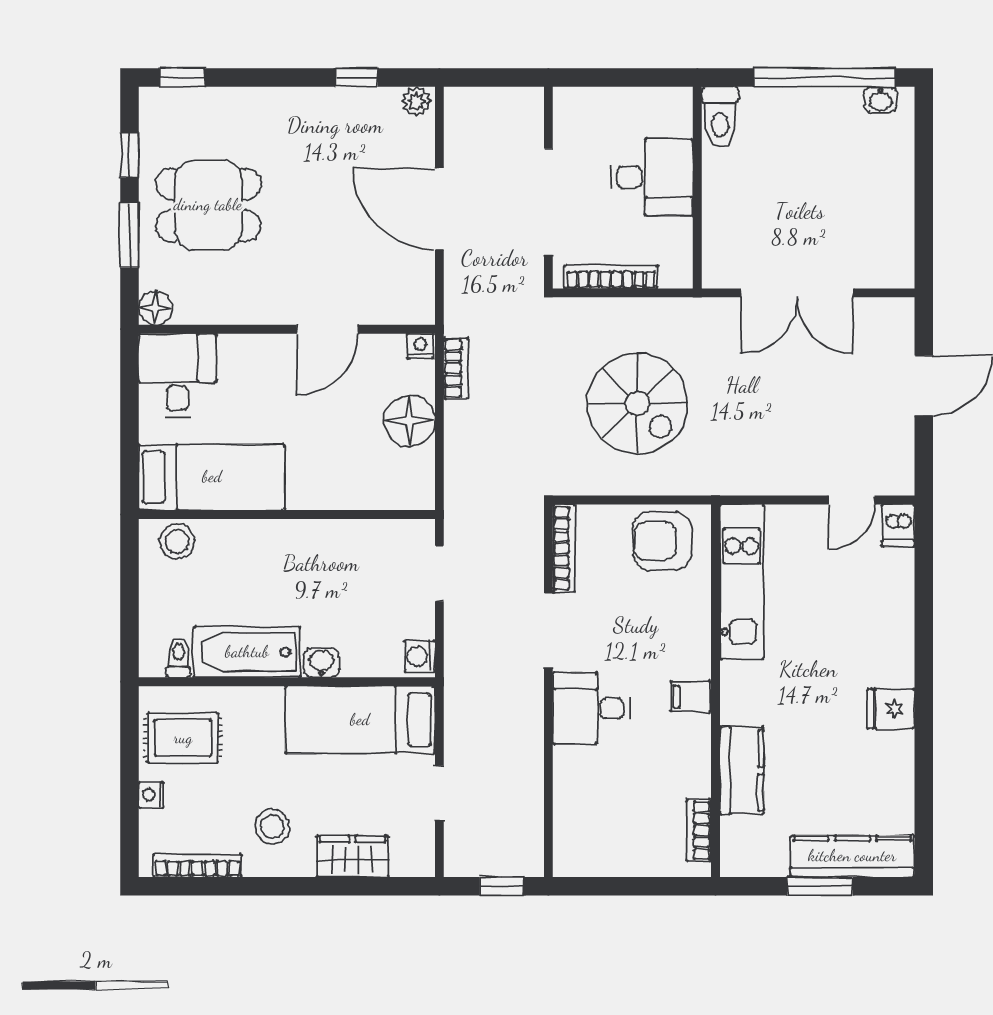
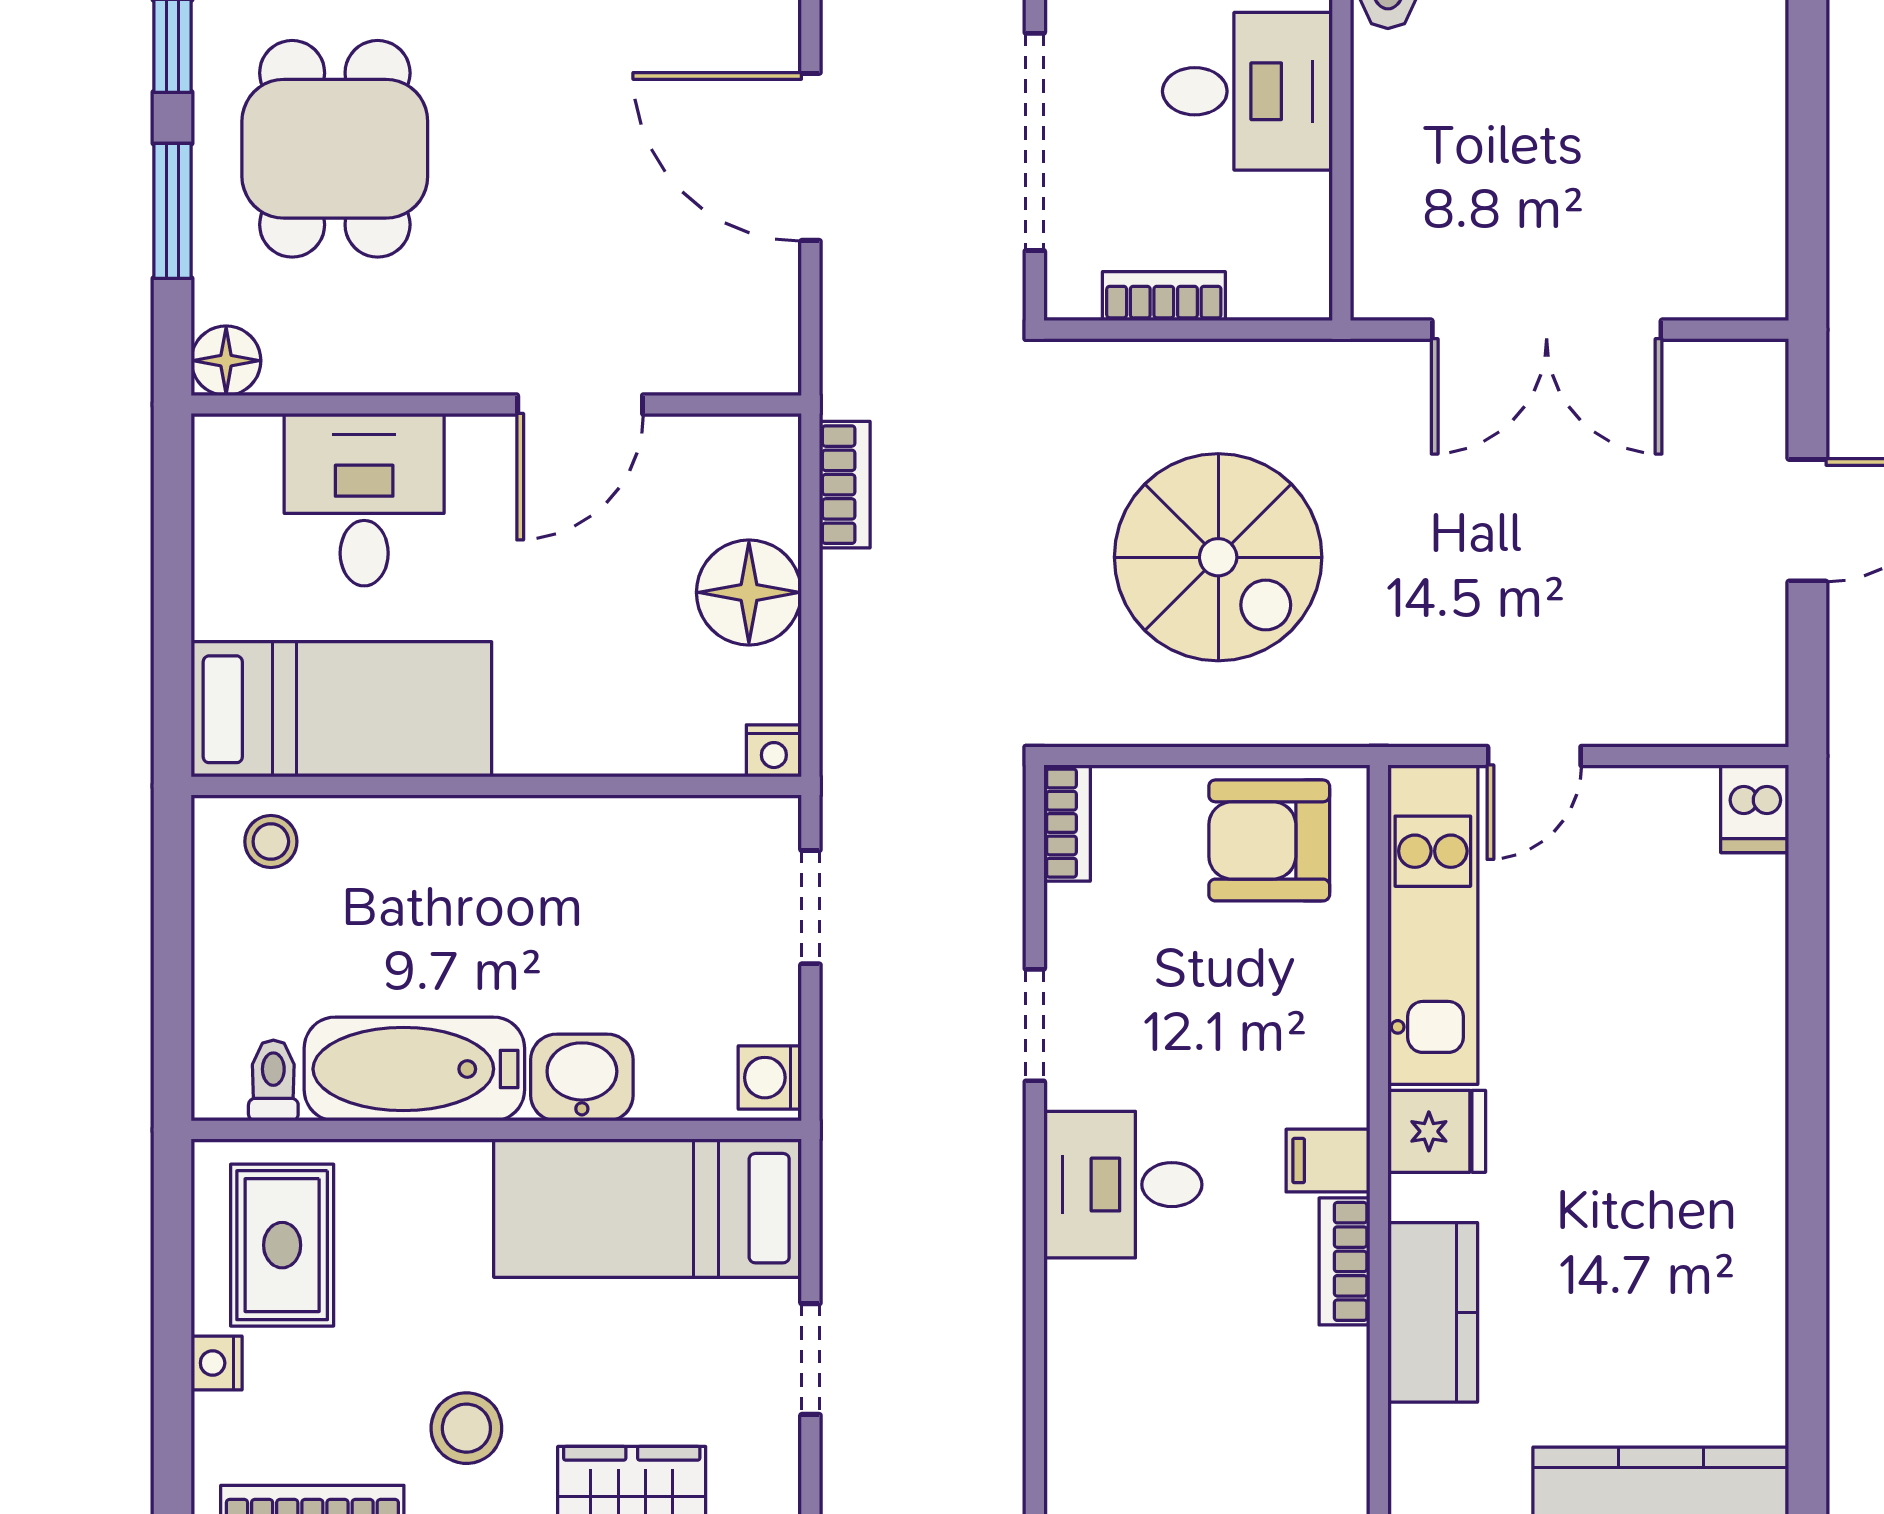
dining table: (208, 205) -> (335, 149), turned 90
bookcase: (611, 277) -> (1164, 296), width x0.64
nightstand: (420, 346) -> (774, 751), moved, turned 180
desk: (177, 375) -> (364, 500), moved
door: (852, 500) -> (1534, 756), moved
stool: (177, 542) -> (271, 842), width x0.73, depth x0.73
bookcase: (564, 548) -> (1067, 823), width x0.64
doorway: (548, 631) -> (1035, 1025), width x0.73
washbasin: (321, 663) -> (582, 1078), width x1.38, depth x1.45
fridge: (891, 709) -> (1437, 1131), moved, turned 180
rug: (183, 738) -> (282, 1245), turned 90
bookcase: (699, 830) -> (1344, 1261), moved

